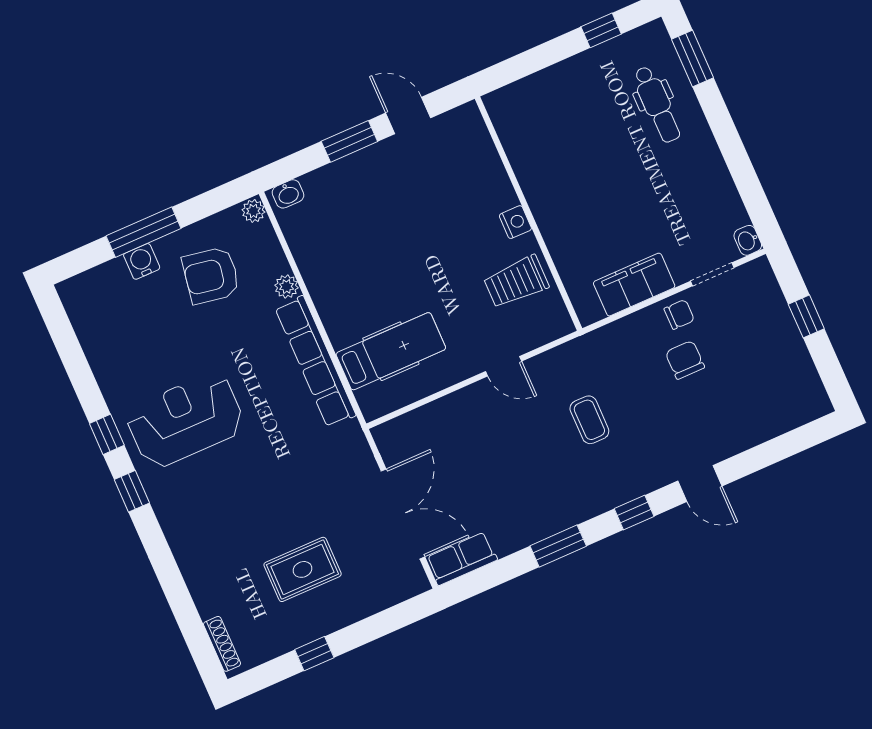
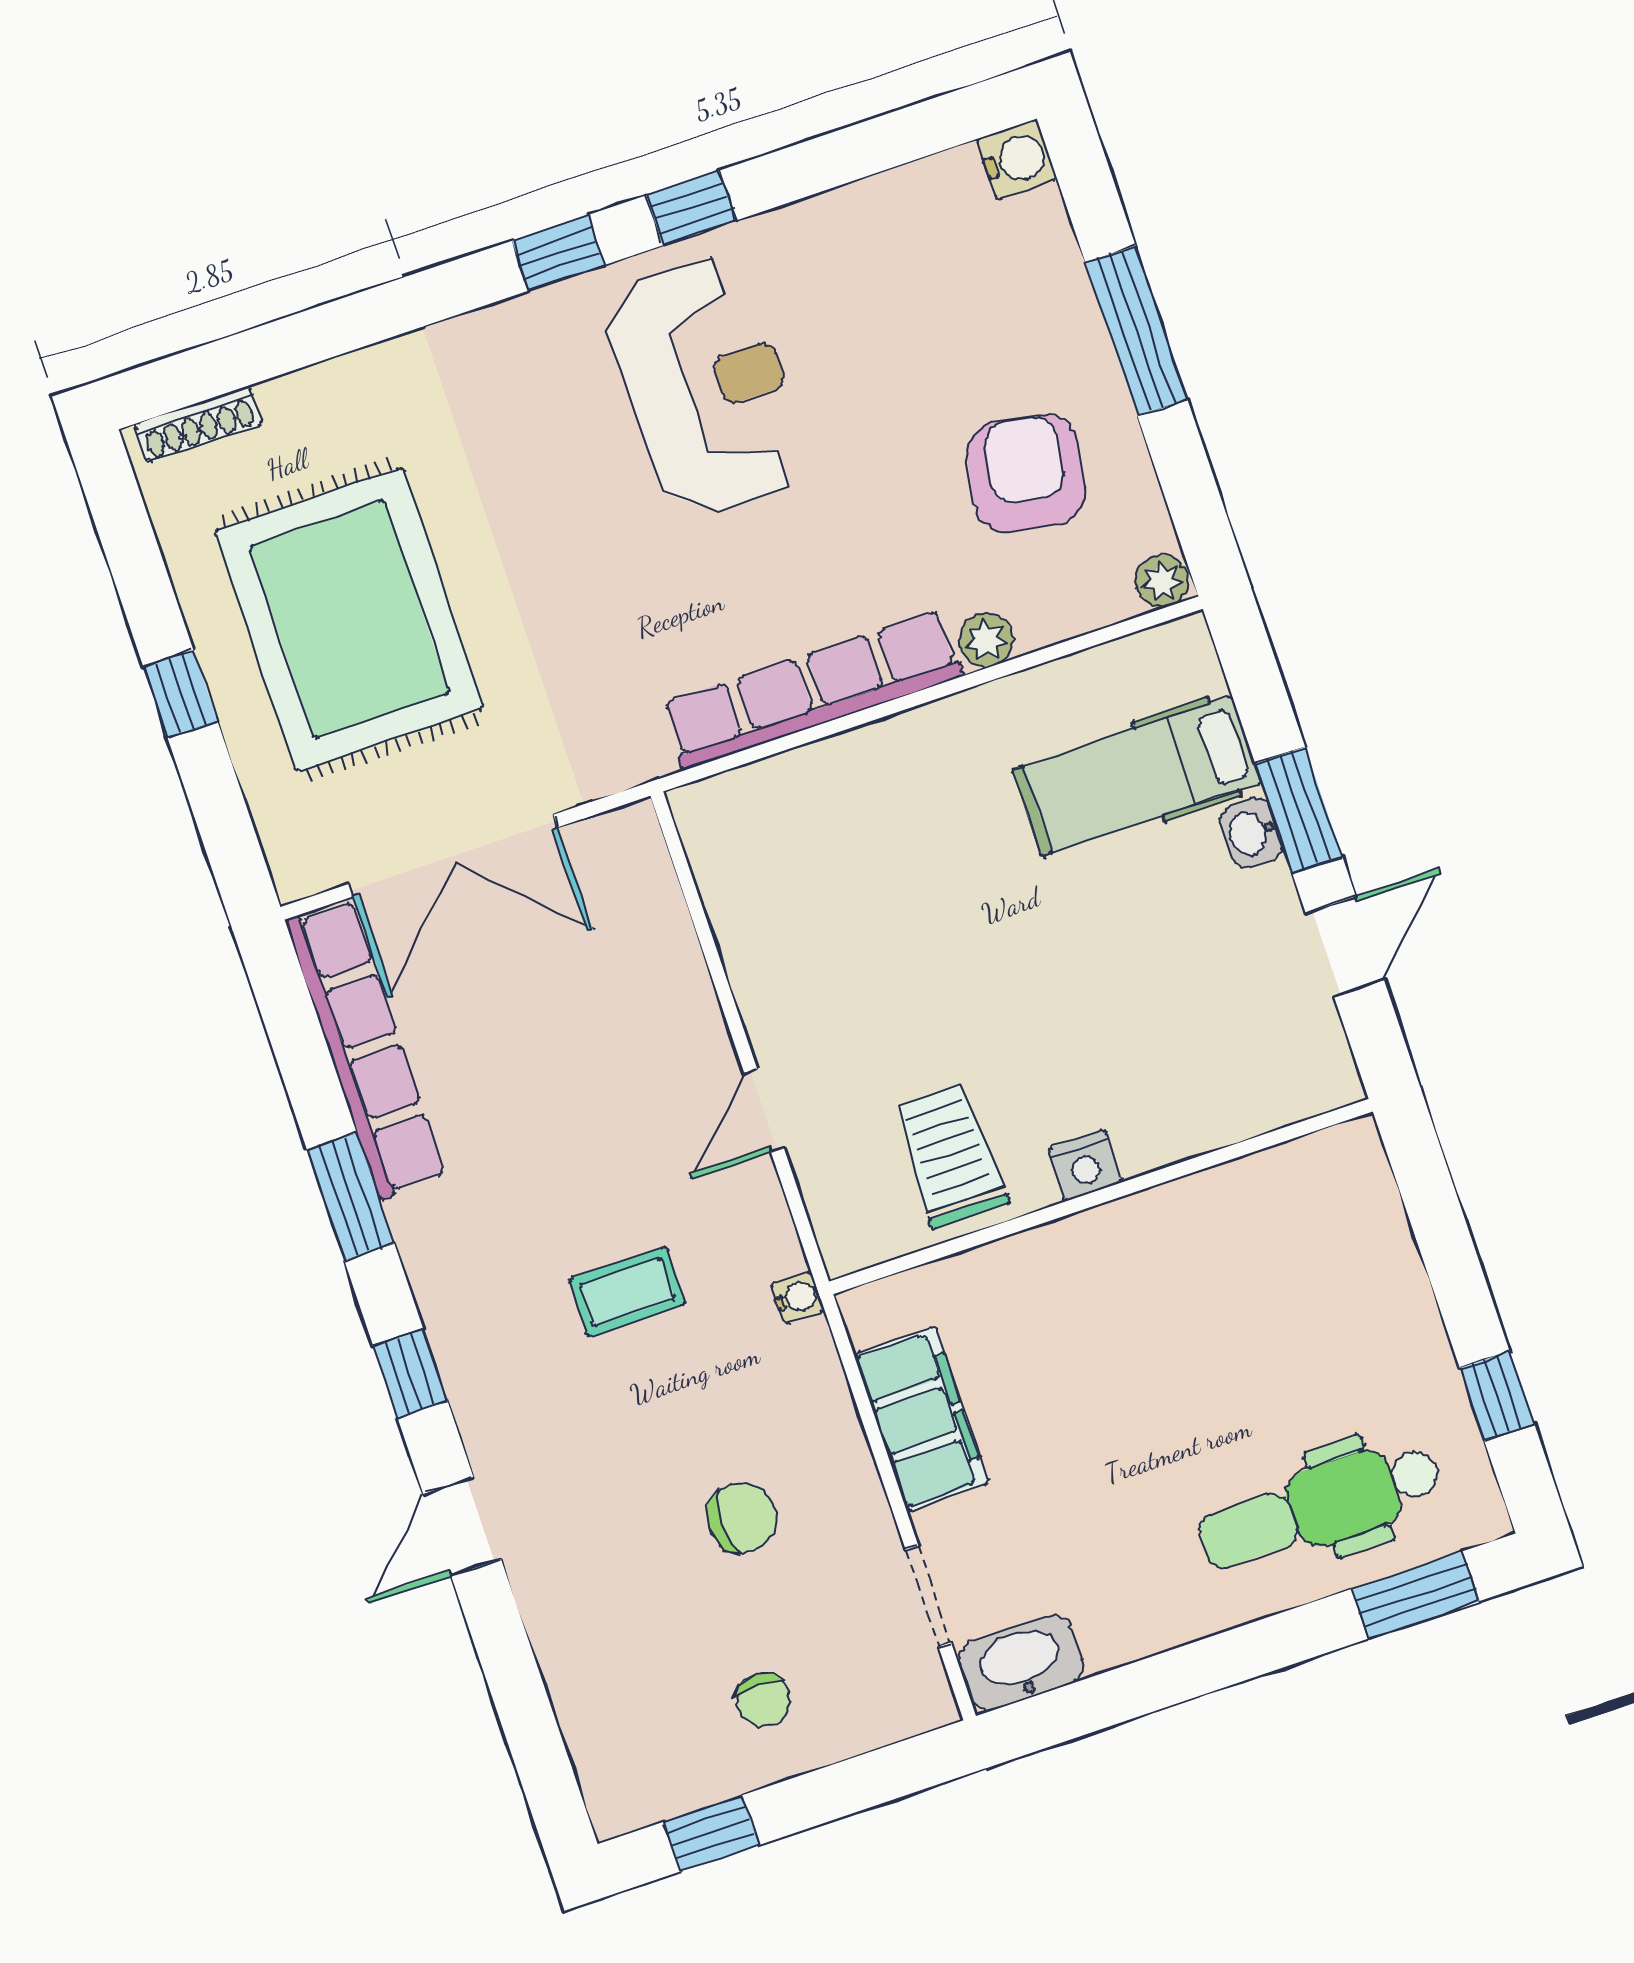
dental chair: (657, 104) -> (1320, 1506), width x1.36, depth x1.38
washbasin: (288, 194) -> (1251, 833), moved
washbasin: (748, 240) -> (1021, 1663), width x1.91, depth x1.45
water cooler: (142, 261) -> (1017, 159), moved
chair: (679, 314) -> (764, 1700), moved
window: (806, 316) -> (711, 1833), moved
water cooler: (585, 344) -> (798, 1297), added
hospital bed: (391, 351) -> (1137, 776), moved, turned 90
row of seats: (462, 559) -> (365, 1049), width x2.02
rug: (303, 569) -> (349, 619), width x1.86, depth x2.06
window: (314, 654) -> (180, 694), moved

